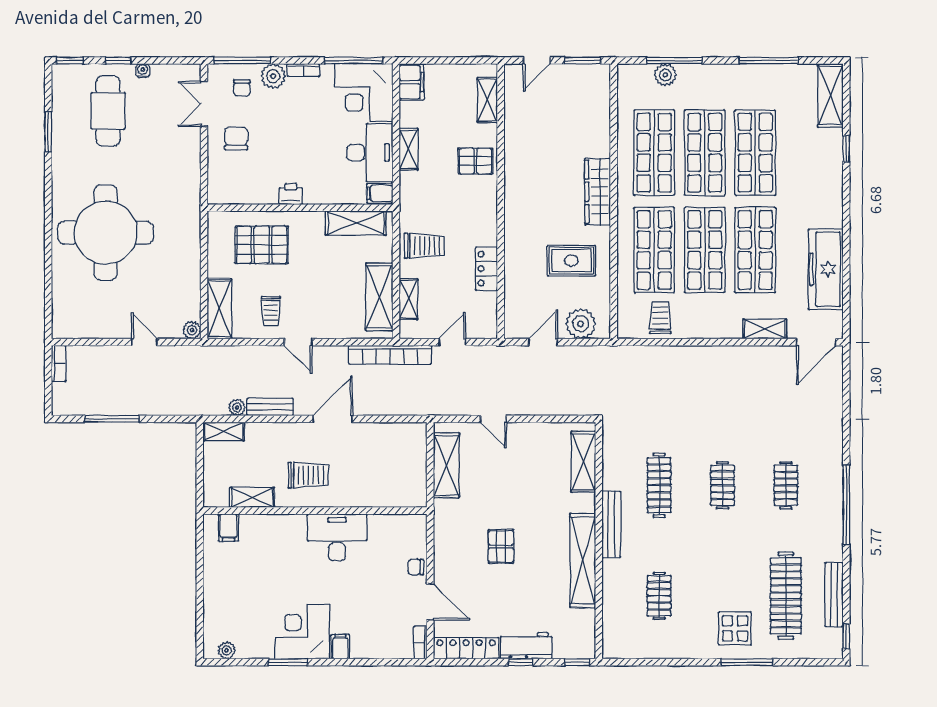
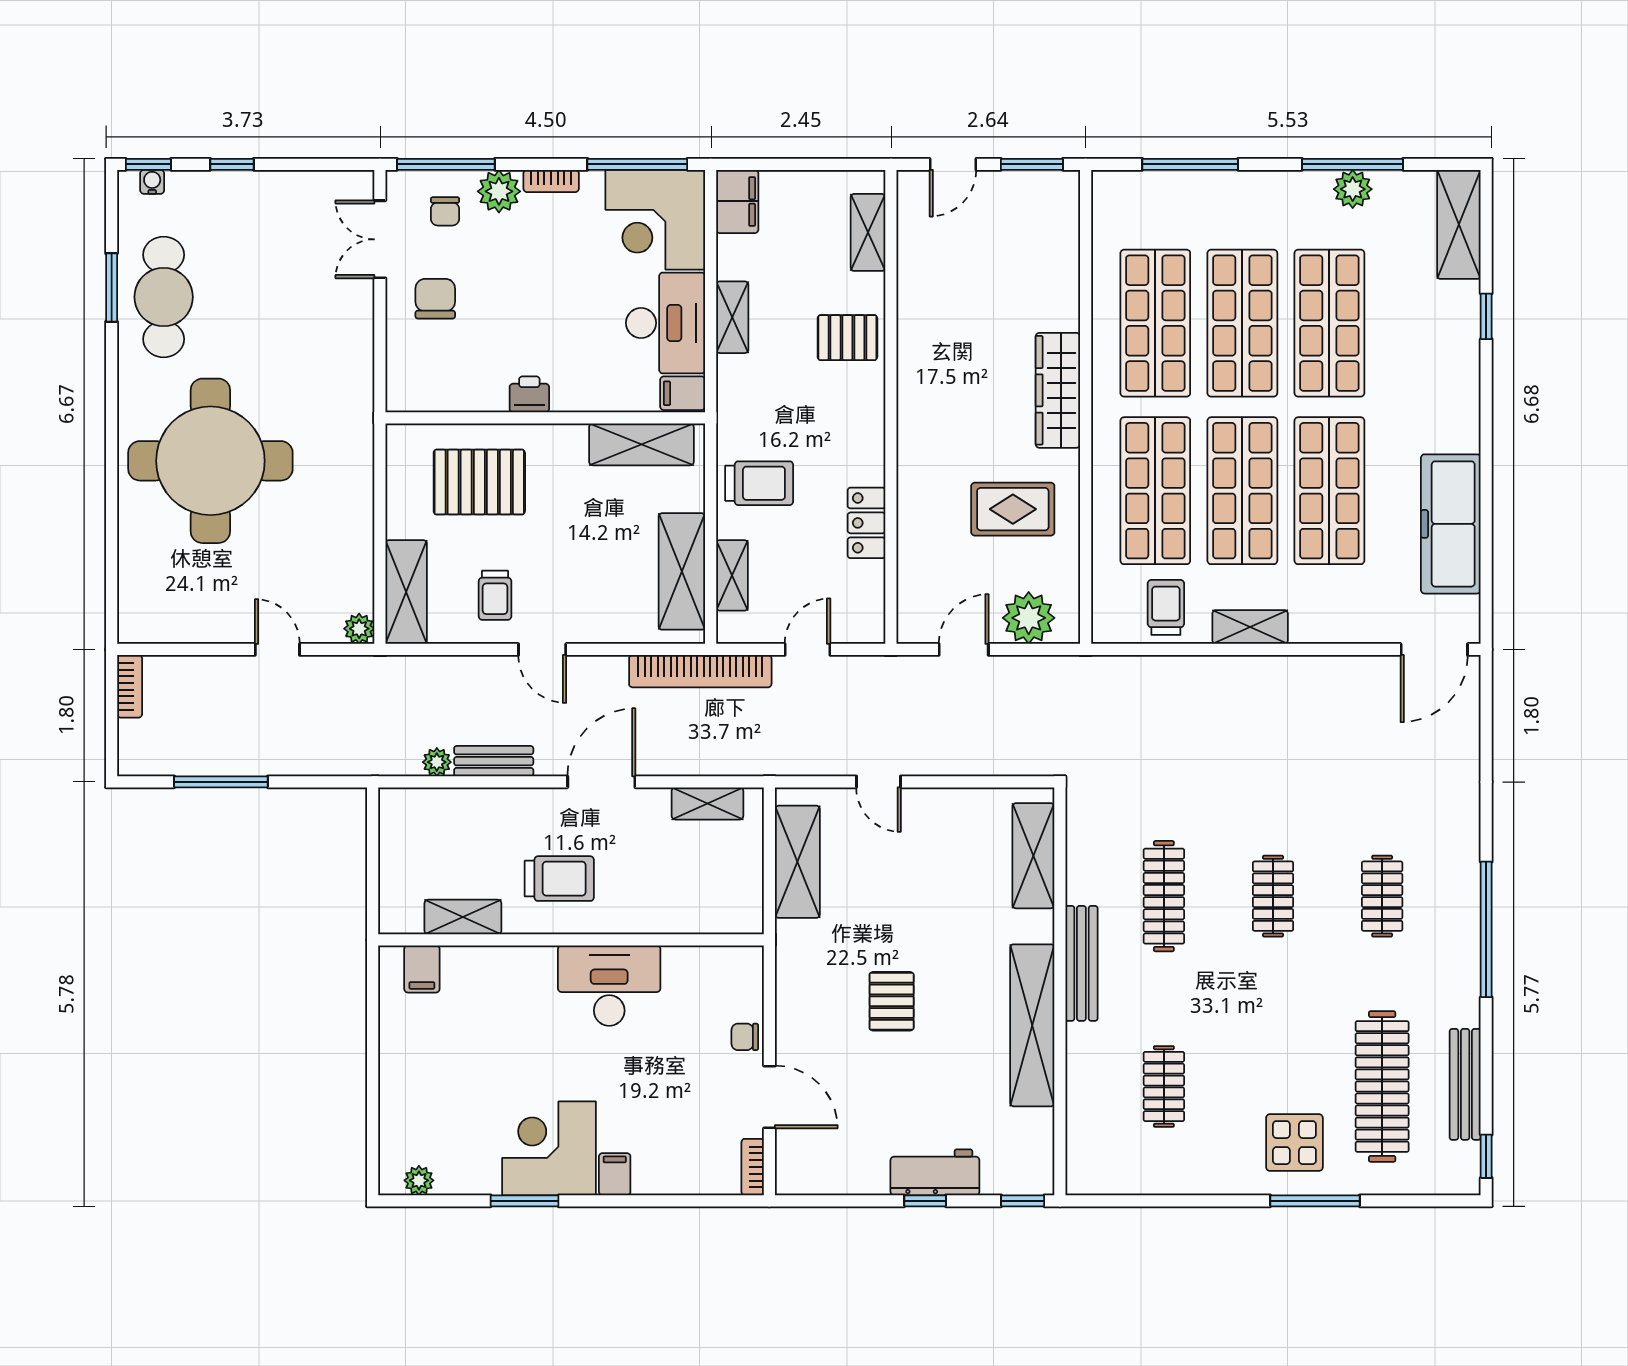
water cooler: (143, 71) -> (152, 182), moved
plant: (665, 75) -> (1353, 189), moved
cafe table: (108, 111) -> (164, 297), moved
shelving: (765, 329) -> (1250, 627), moved
shelving: (224, 431) -> (707, 803), moved
locker: (466, 648) -> (831, 1177), removed

